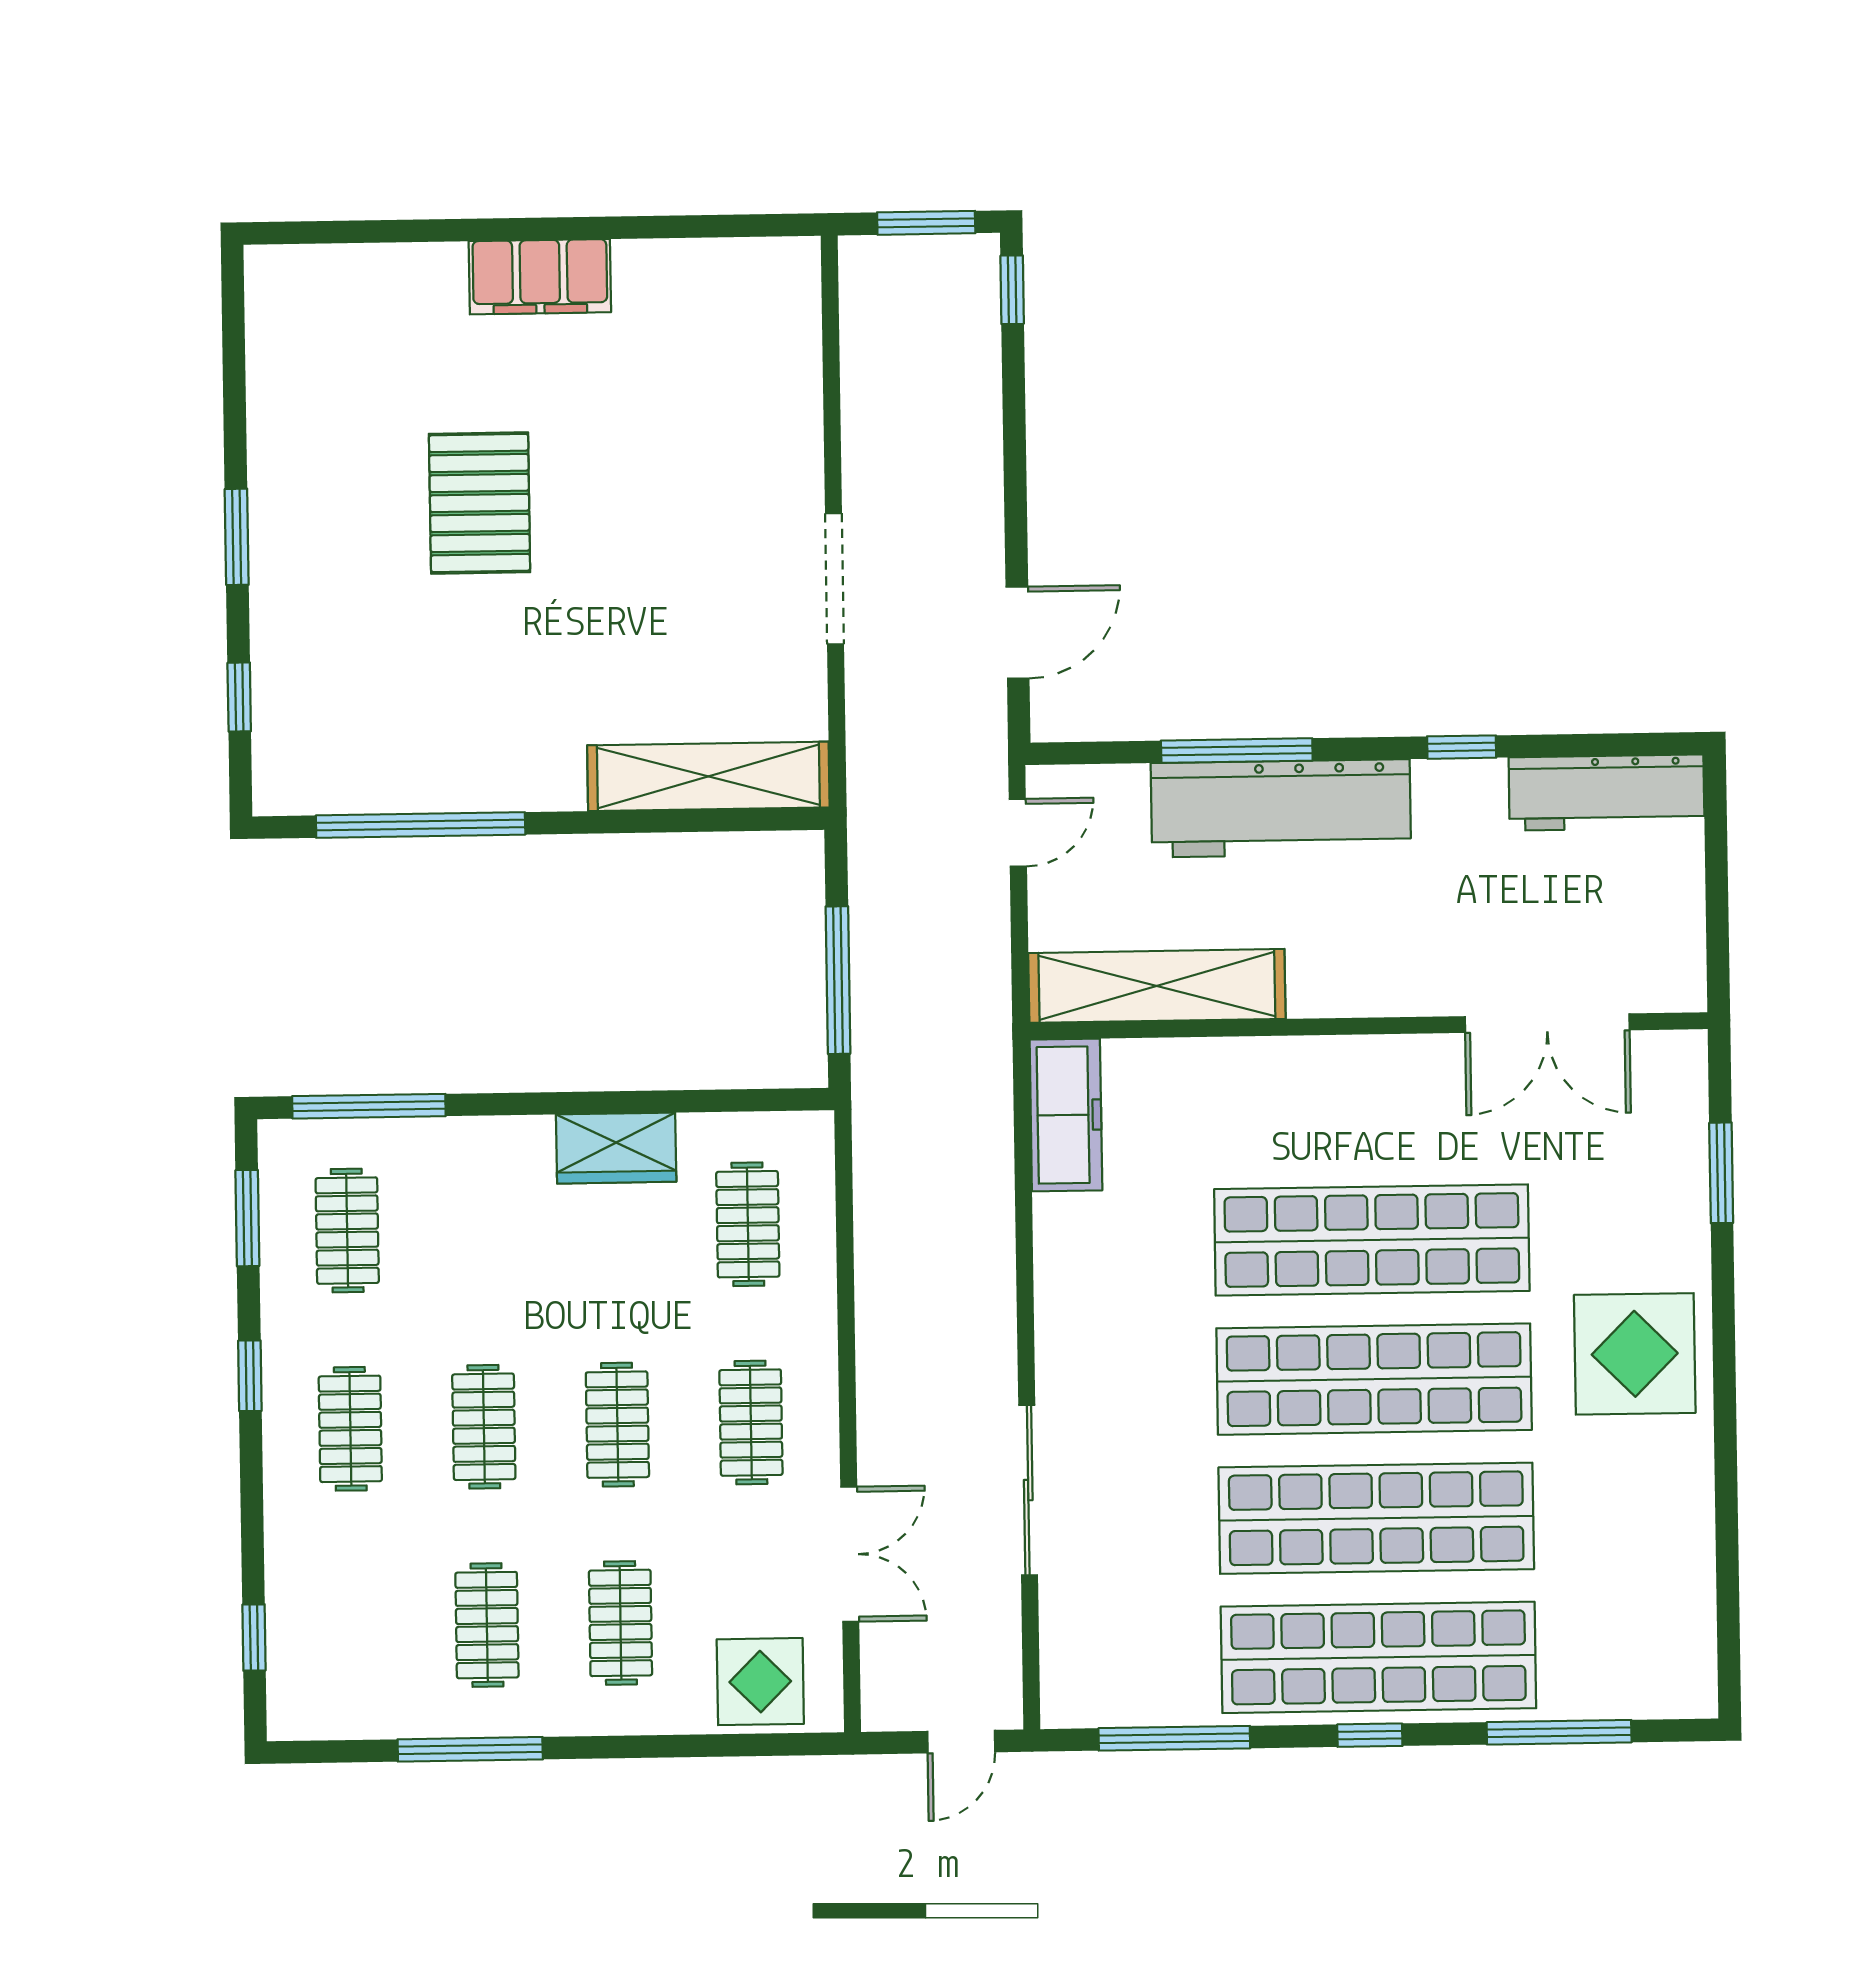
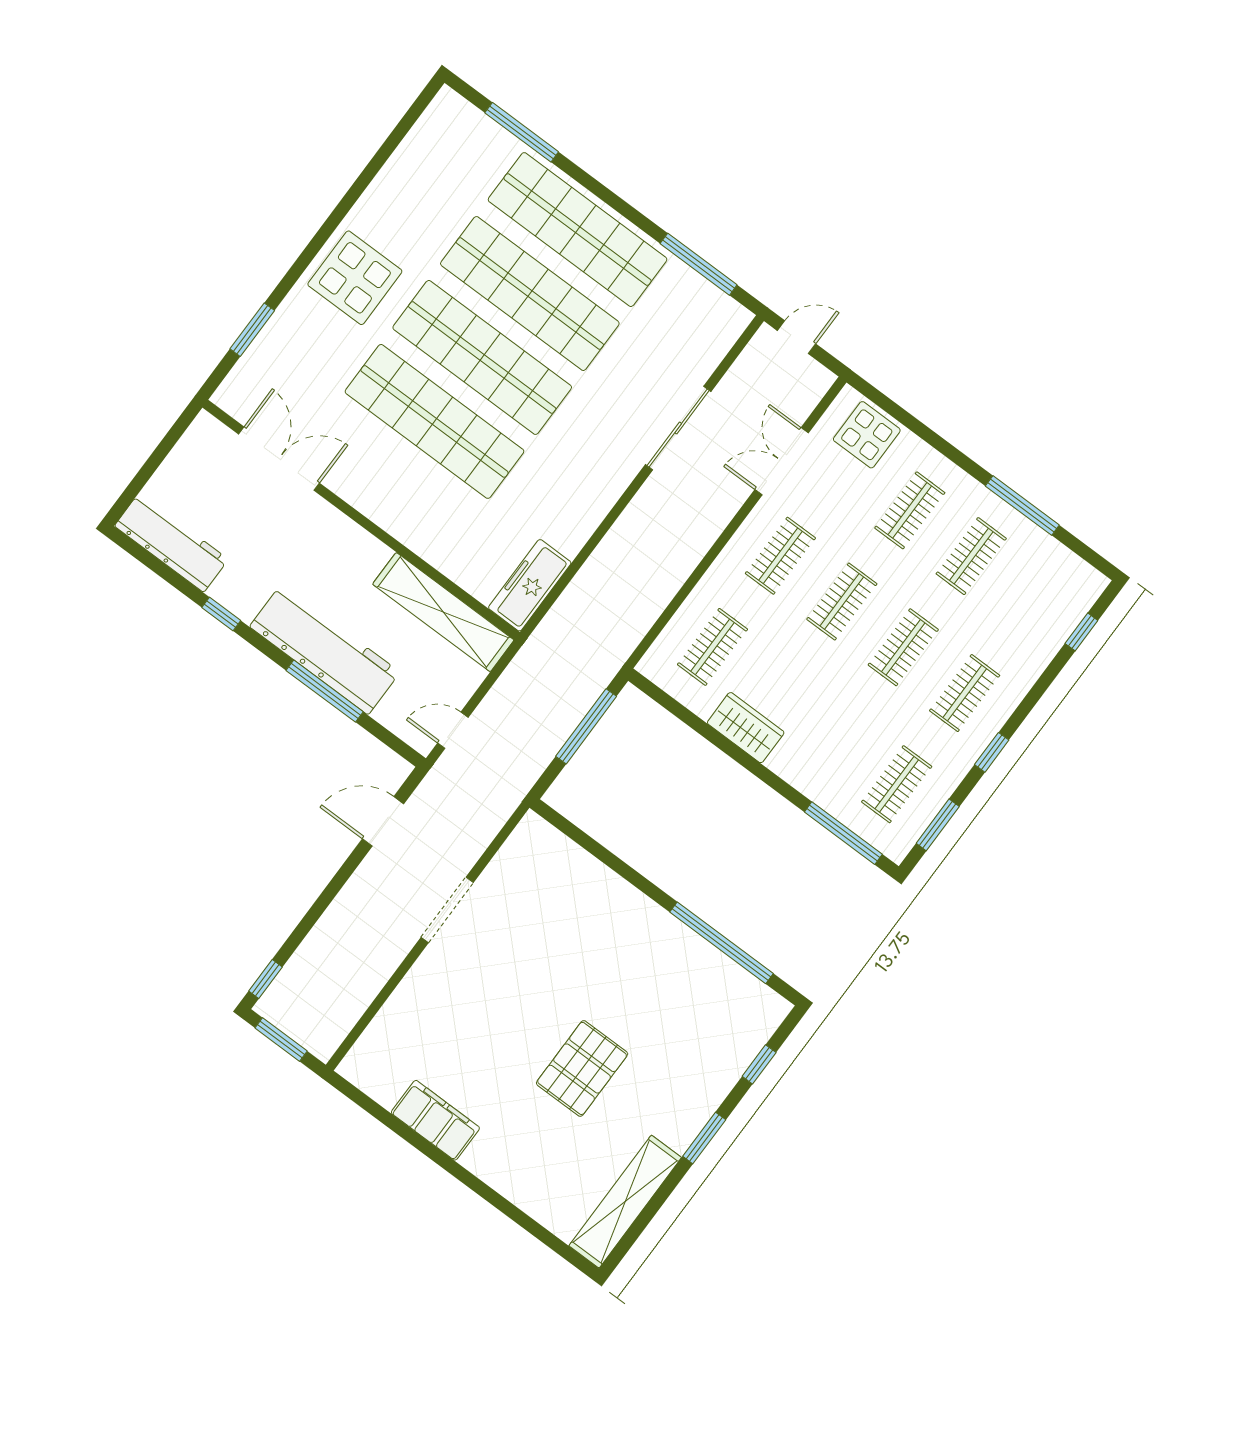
filing cabinet: (540, 277) -> (435, 1120), moved
shelving: (708, 776) -> (625, 1202), moved, turned 90
window: (1370, 1735) -> (609, 197), removed

